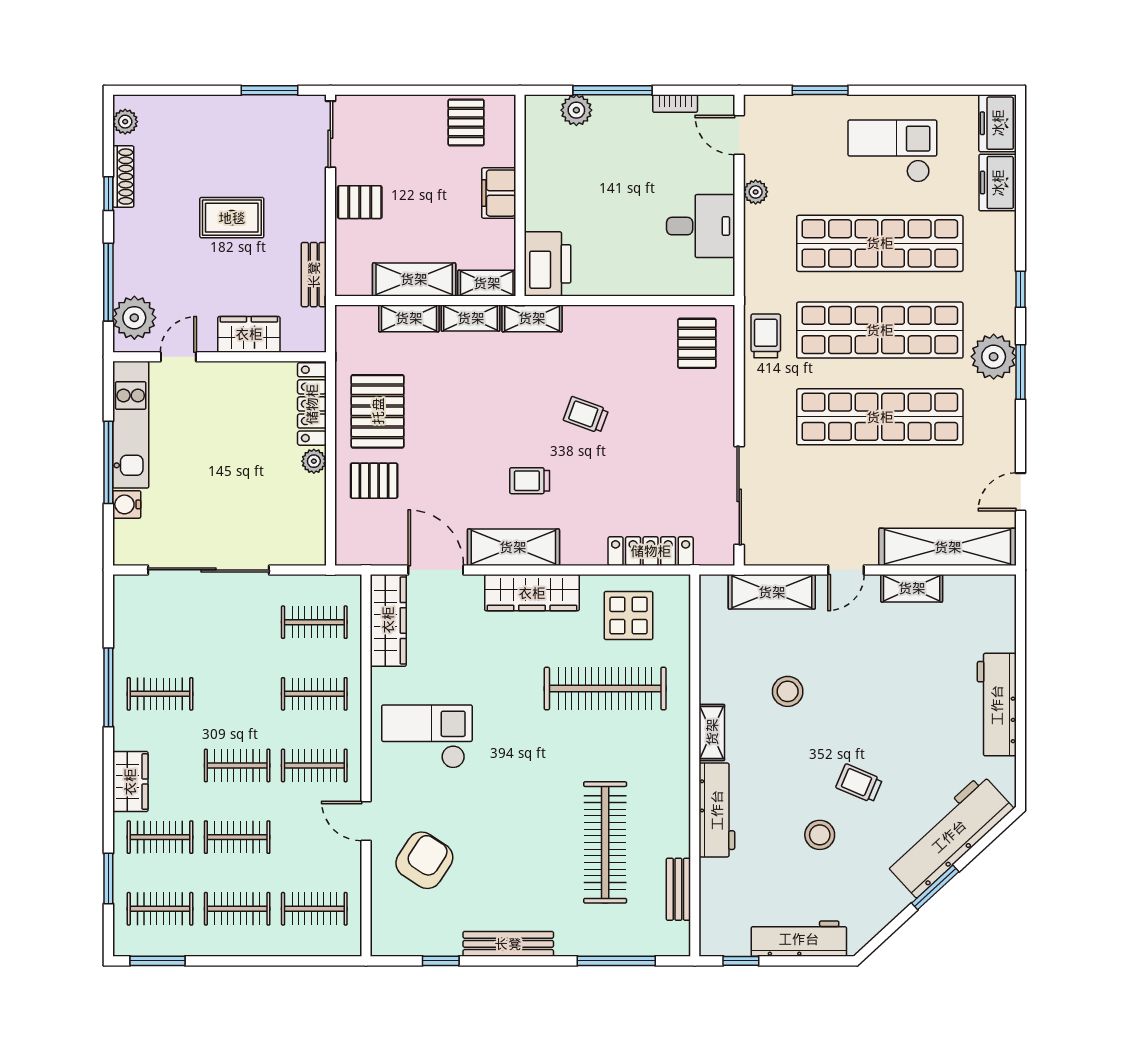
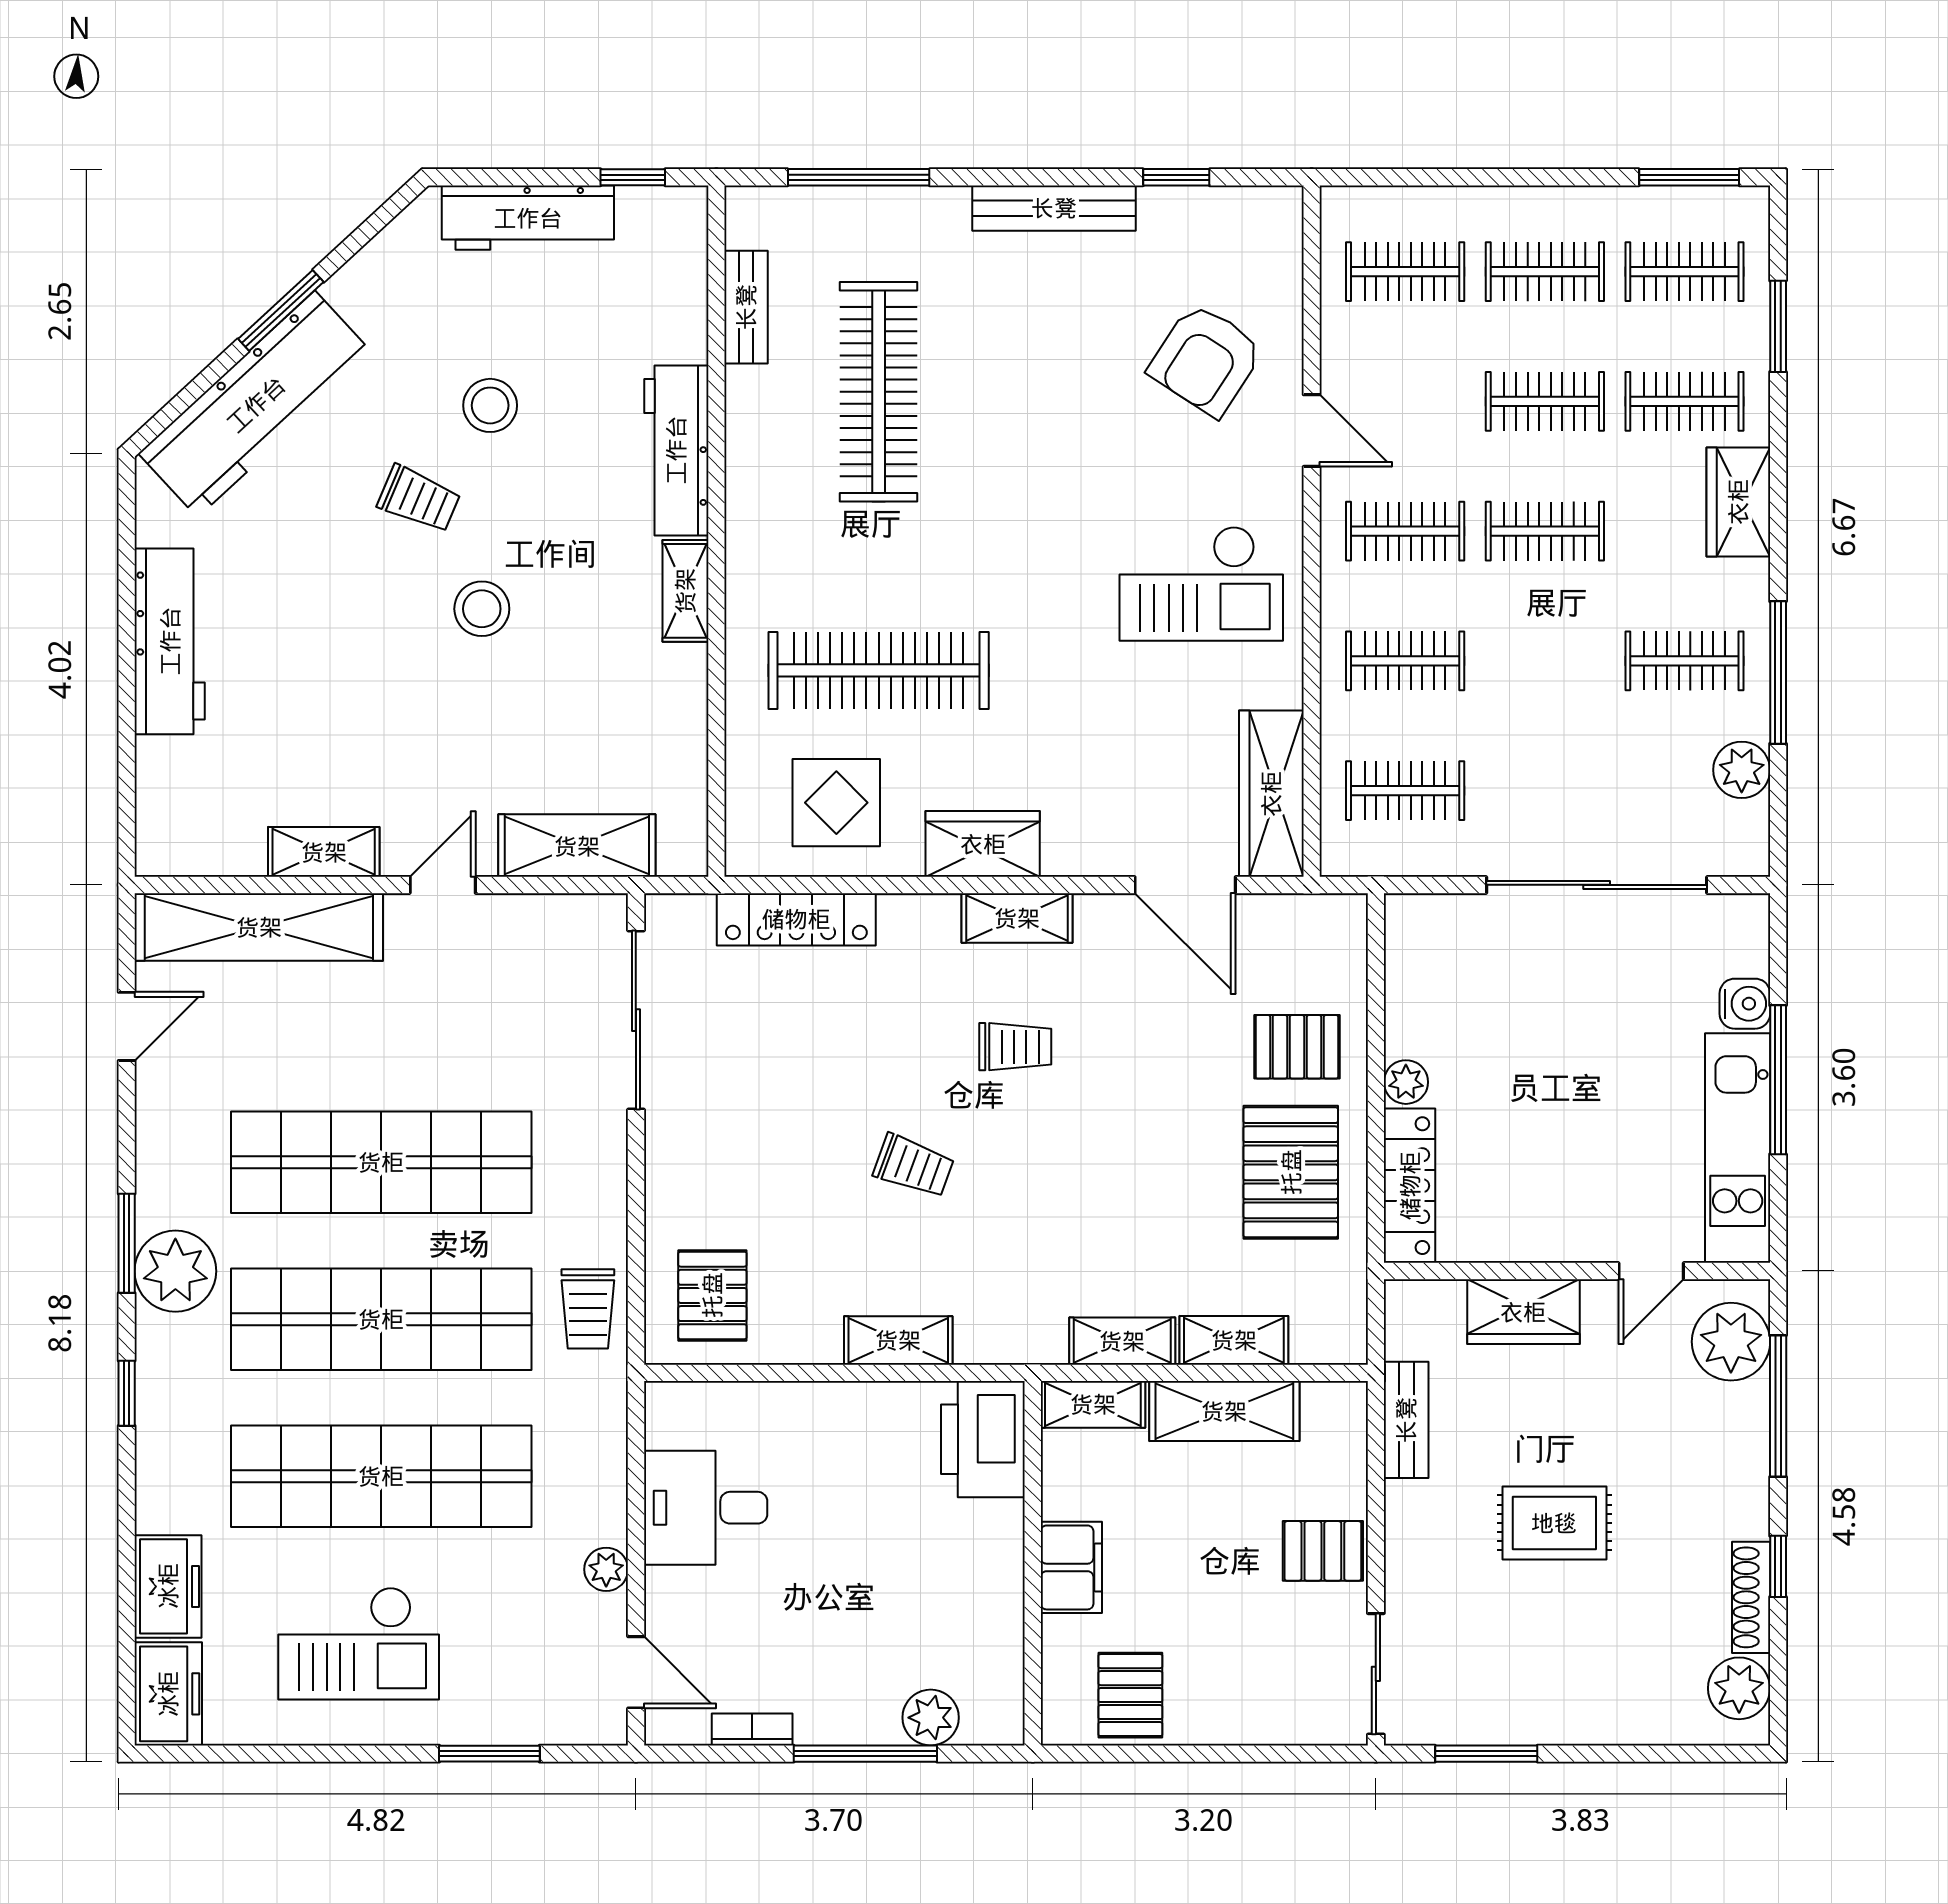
plant: (125, 122) -> (1739, 1688), width x1.38, depth x1.38
shelving: (532, 318) -> (898, 1340), moved
shelving: (513, 547) -> (1017, 918), width x0.67, depth x0.75
wardrobe: (532, 593) -> (983, 844), width x0.67
plant: (128, 634) -> (1742, 770), added
stool: (788, 691) -> (482, 609), moved

